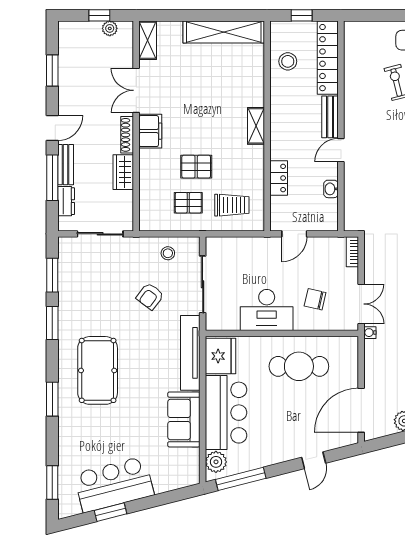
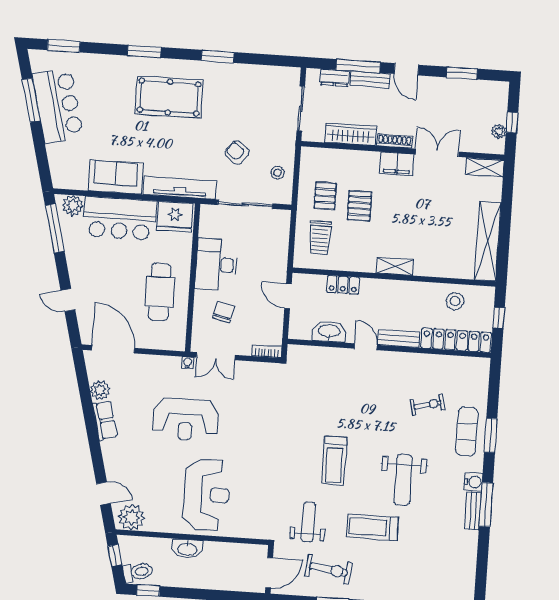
wardrobe: (123, 172) -> (351, 134), width x1.50
washbasin: (331, 189) -> (329, 331), width x1.91, depth x1.45
window: (52, 275) -> (264, 60), removed
window: (110, 512) -> (31, 100), width x1.44

